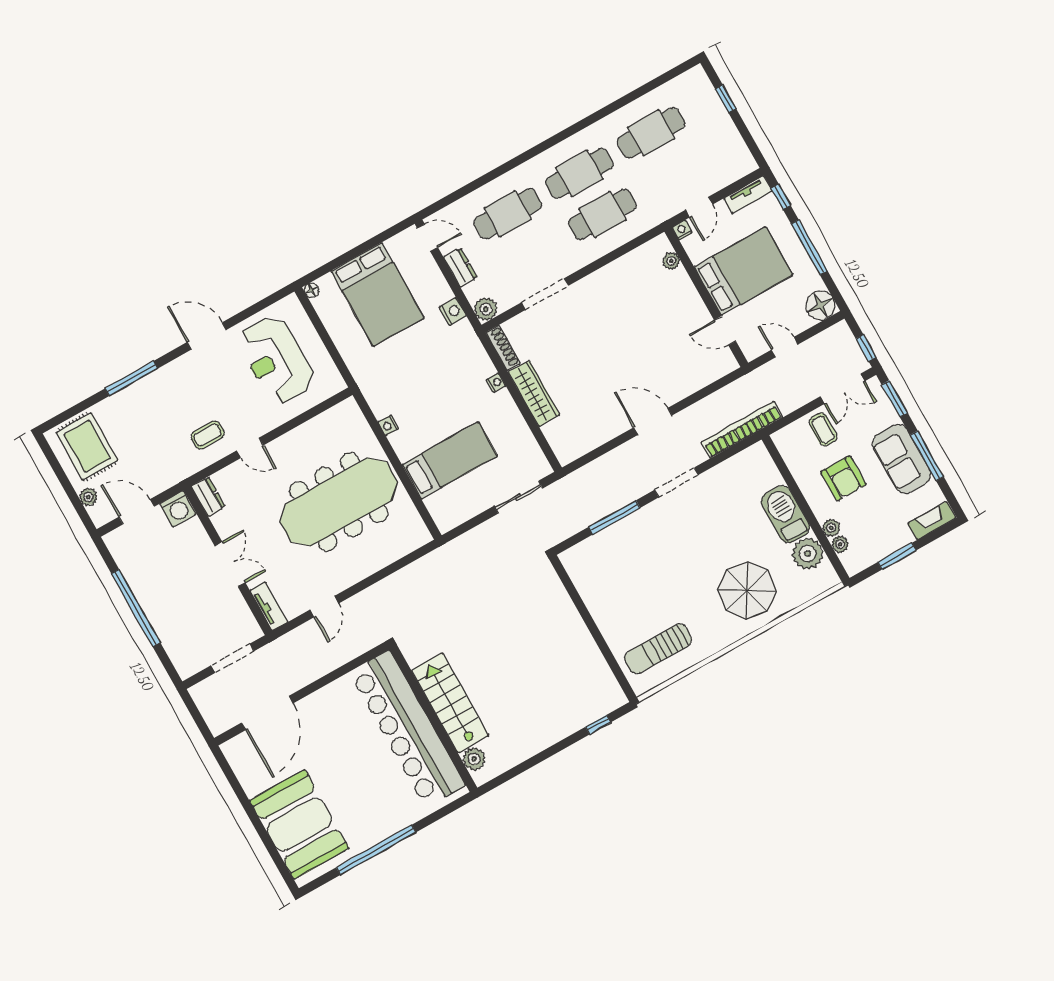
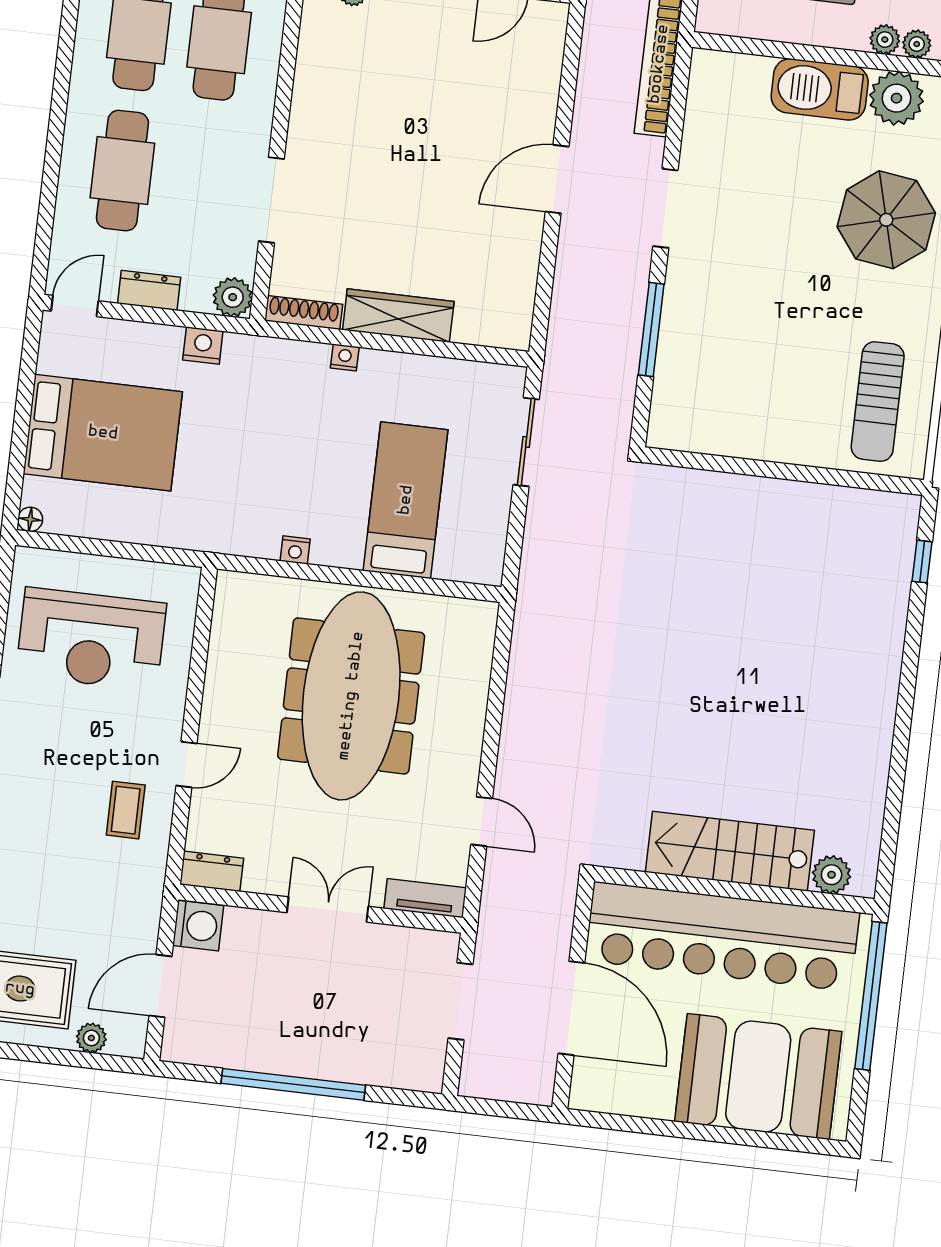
stairs: (450, 703) -> (730, 851), moved
wall: (433, 718) -> (734, 890), moved
bar counter: (407, 729) -> (722, 936), moved
plant: (474, 759) -> (832, 875), moved

